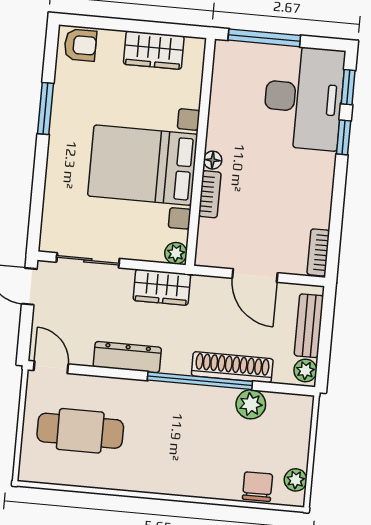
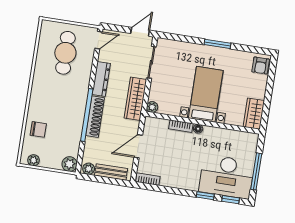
window: (264, 38) -> (256, 171), moved
wardrobe: (154, 50) -> (254, 114), moved
window: (46, 109) -> (217, 44), moved
bed with nightstands: (143, 165) -> (206, 94), width x0.73
wardrobe: (162, 287) -> (135, 99), width x1.50
shoe rack: (232, 367) -> (95, 117), moved
plant: (251, 404) -> (69, 164), moved
chair: (257, 487) -> (38, 129), moved

